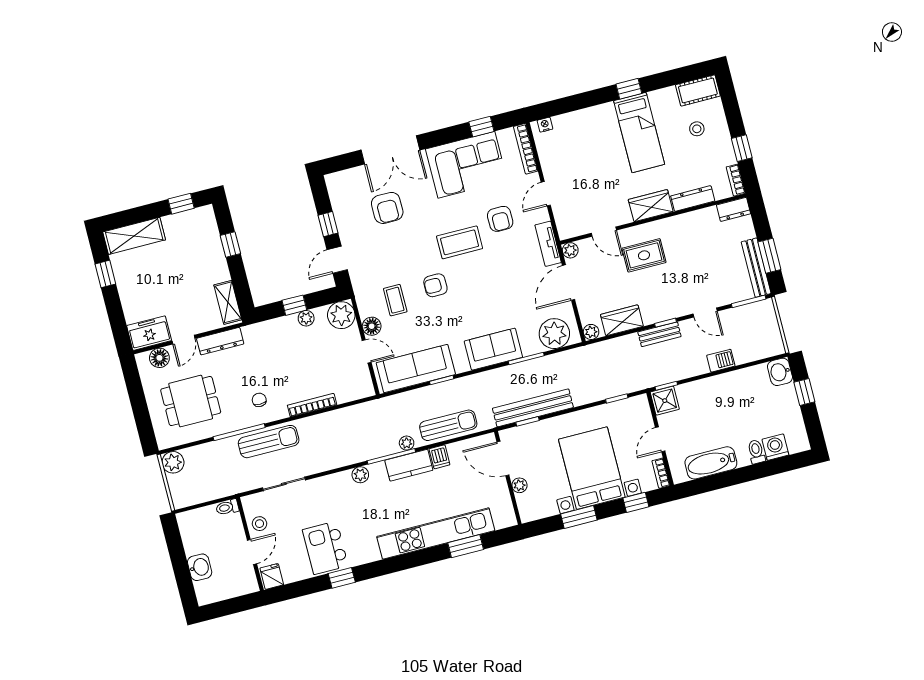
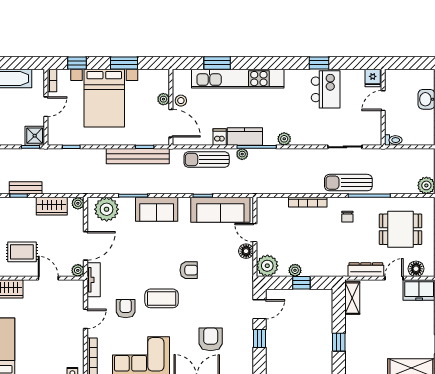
coffee table: (395, 300) -> (223, 267), removed
stool: (259, 524) -> (181, 101), moved

